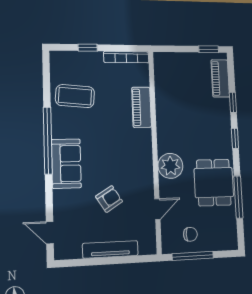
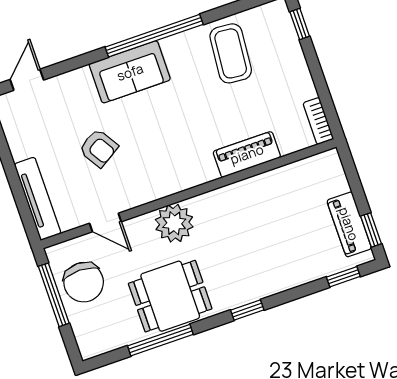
window: (88, 48) -> (300, 24), moved
bookcase: (126, 57) -> (318, 121), width x0.64
piano: (220, 78) -> (349, 224), moved, turned -90
window: (233, 102) -> (343, 277), moved
chair: (190, 234) -> (84, 282), width x1.87, depth x1.87
tv unit: (110, 249) -> (38, 199), moved

